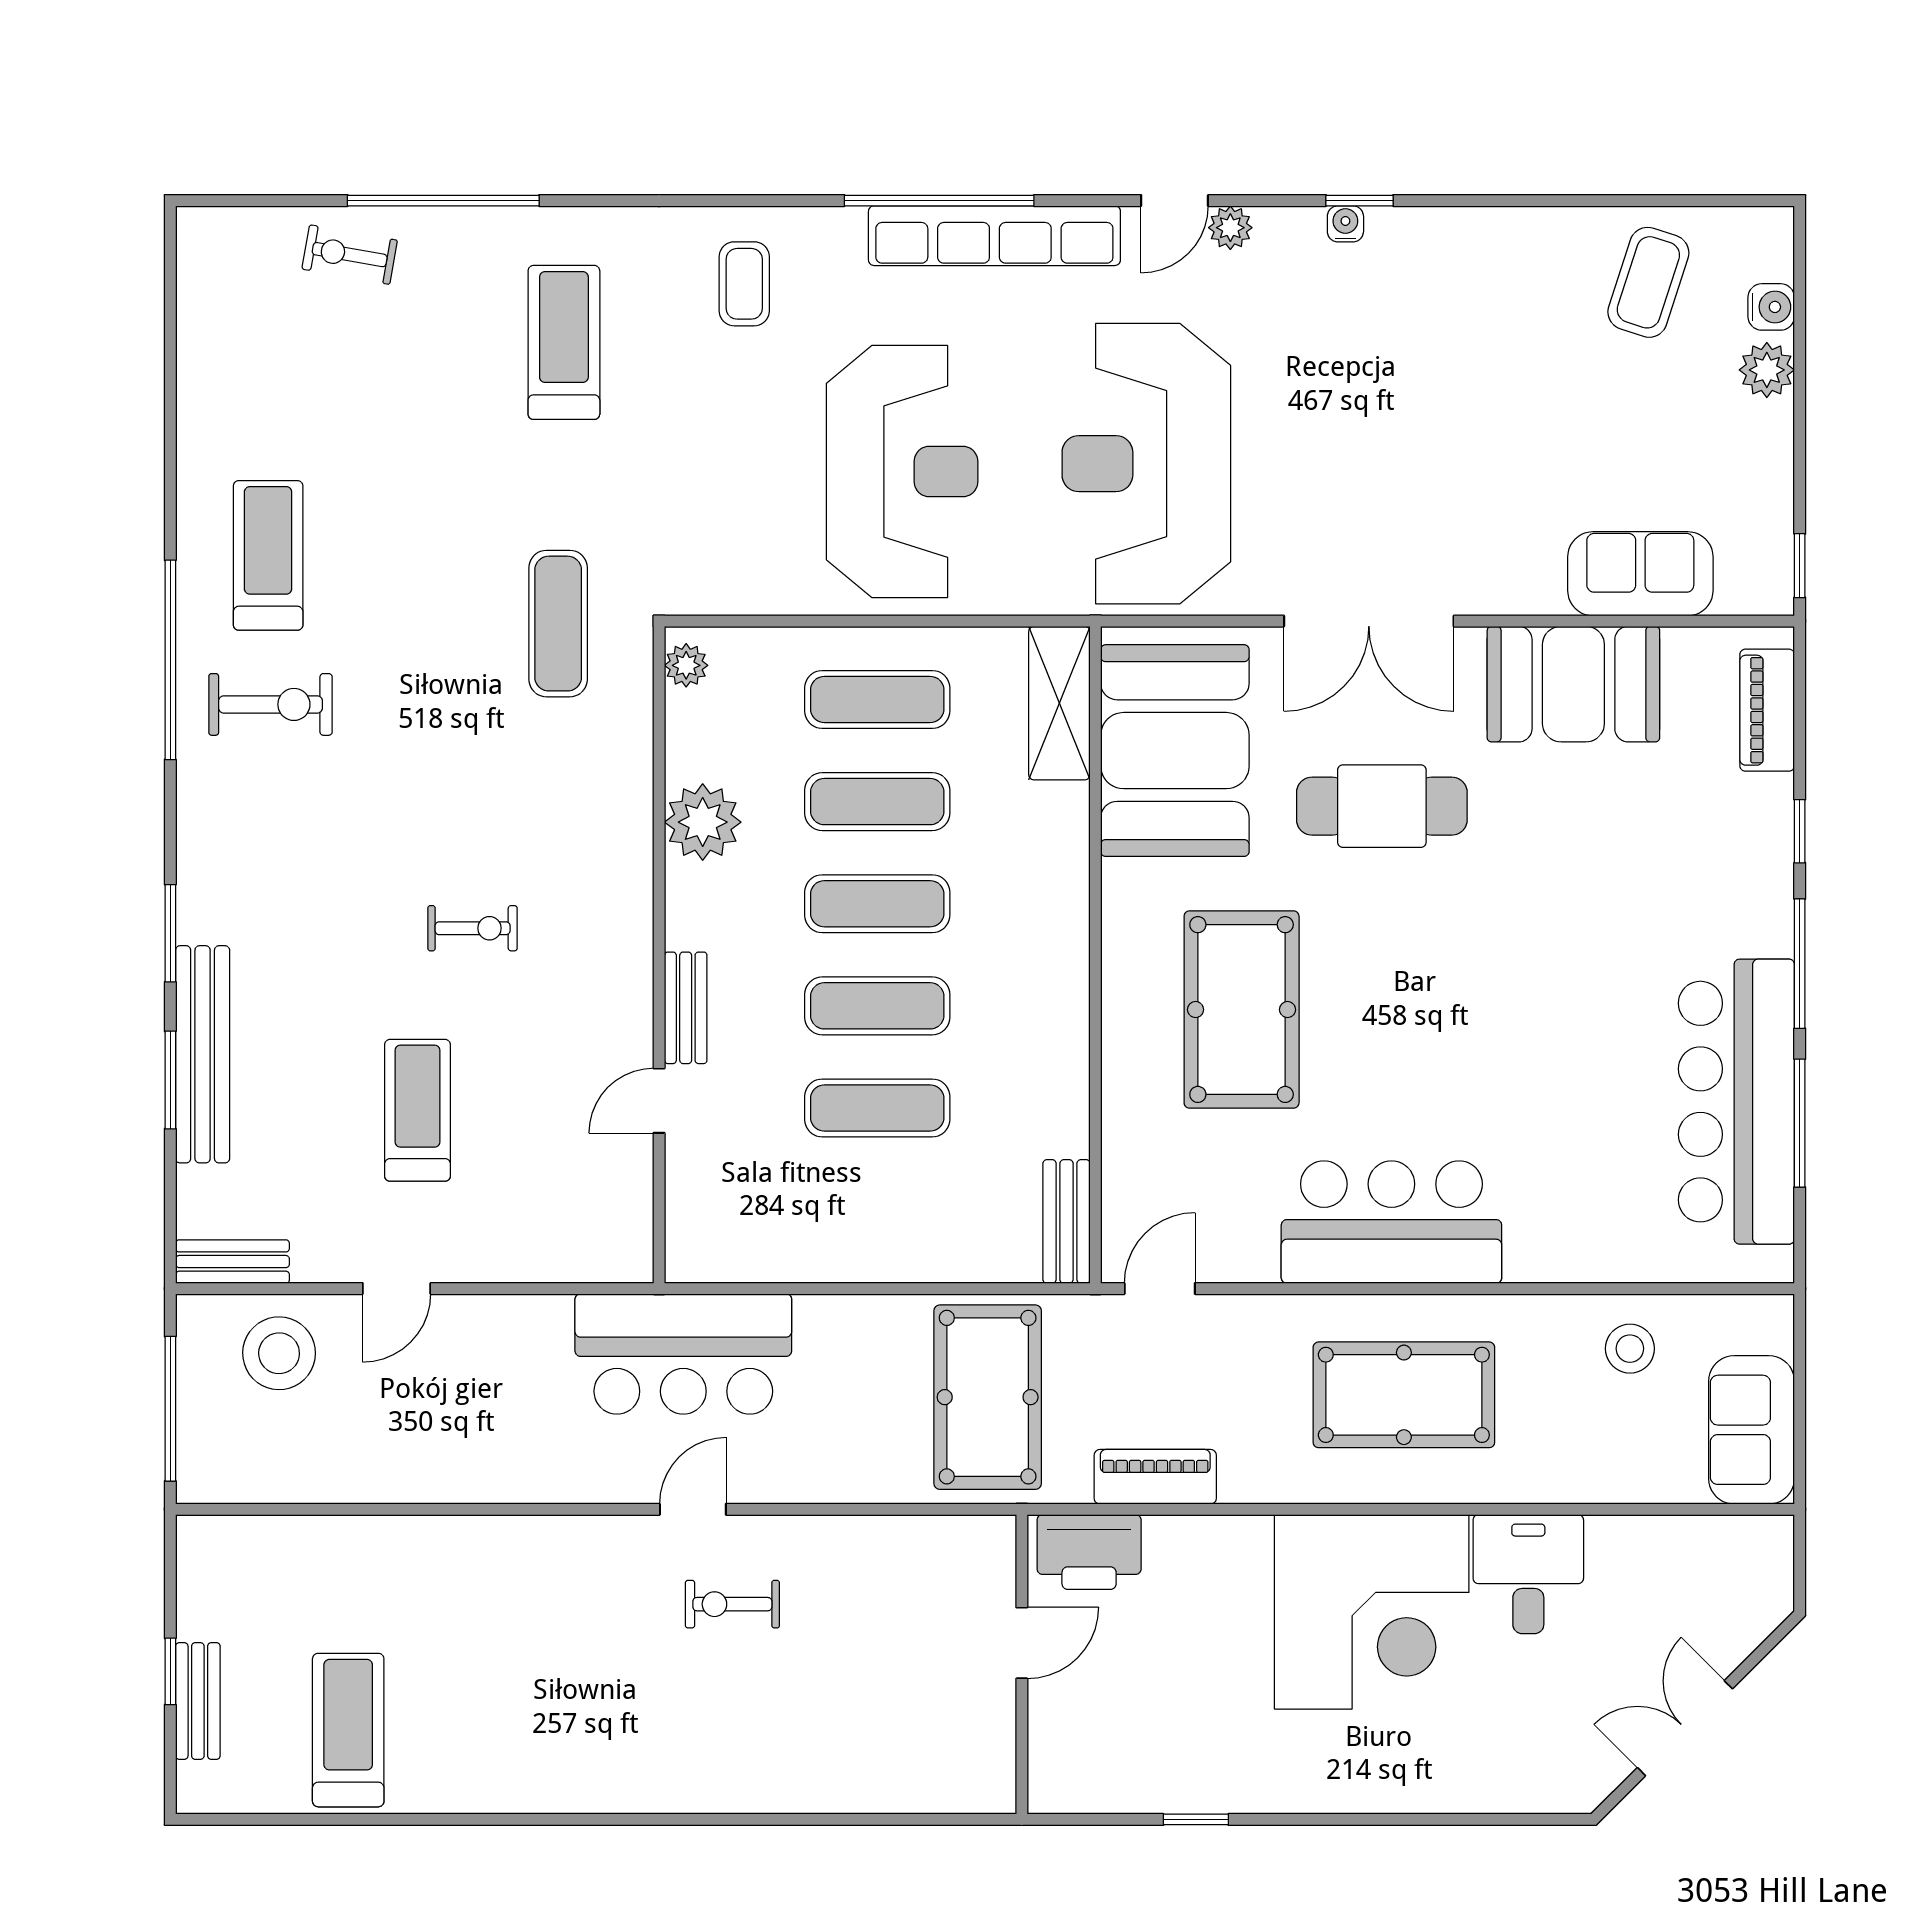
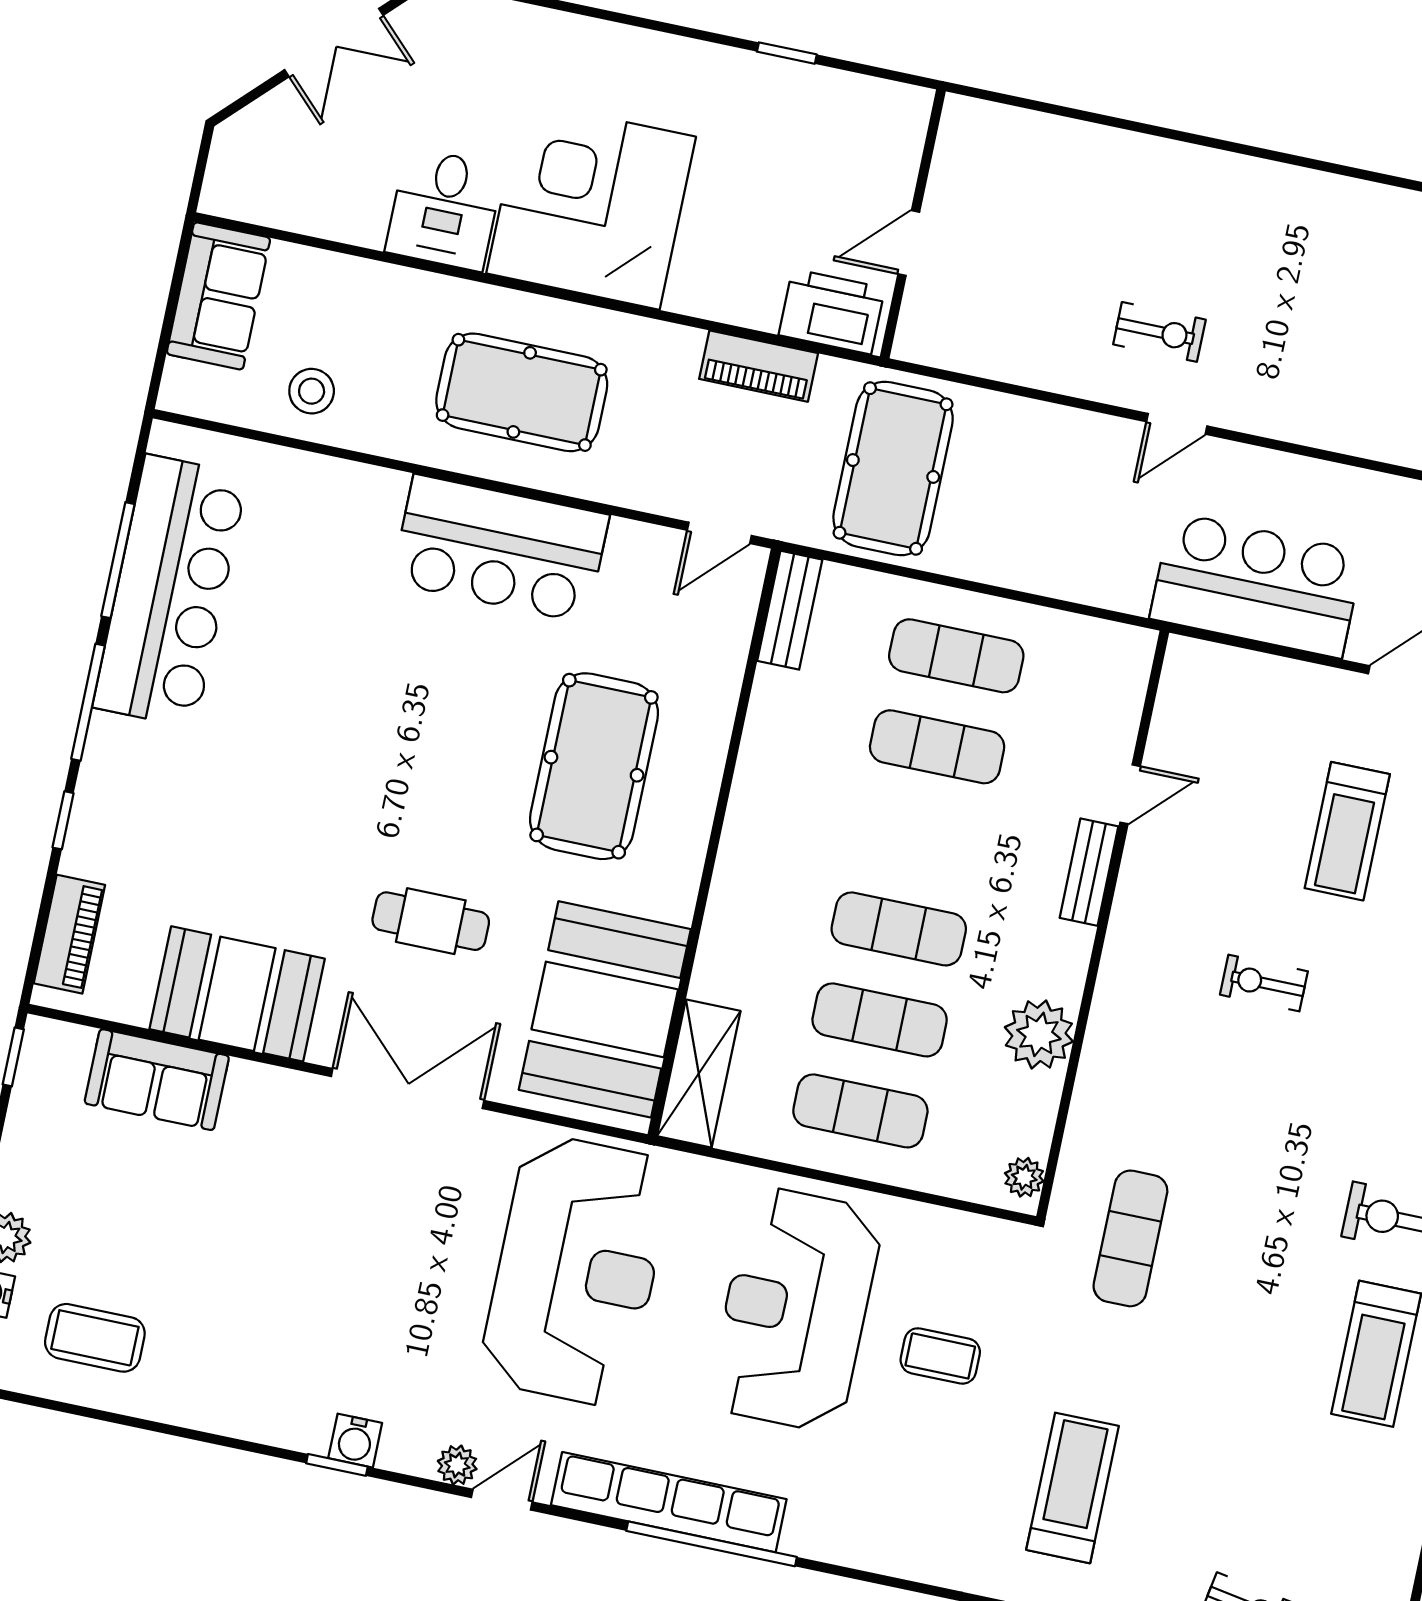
water cooler: (1345, 224) -> (355, 1441), width x1.38, depth x1.38
coffee table: (1648, 282) -> (95, 1338), turned 72
coffee table: (744, 284) -> (940, 1356), moved, turned 90
treadmill: (564, 342) -> (1073, 1488), turned 180
cafe table: (1382, 806) -> (431, 921), width x0.73, depth x0.74
exercise mat: (877, 1006) -> (956, 656), moved
bar counter: (683, 1354) -> (1257, 585), moved

